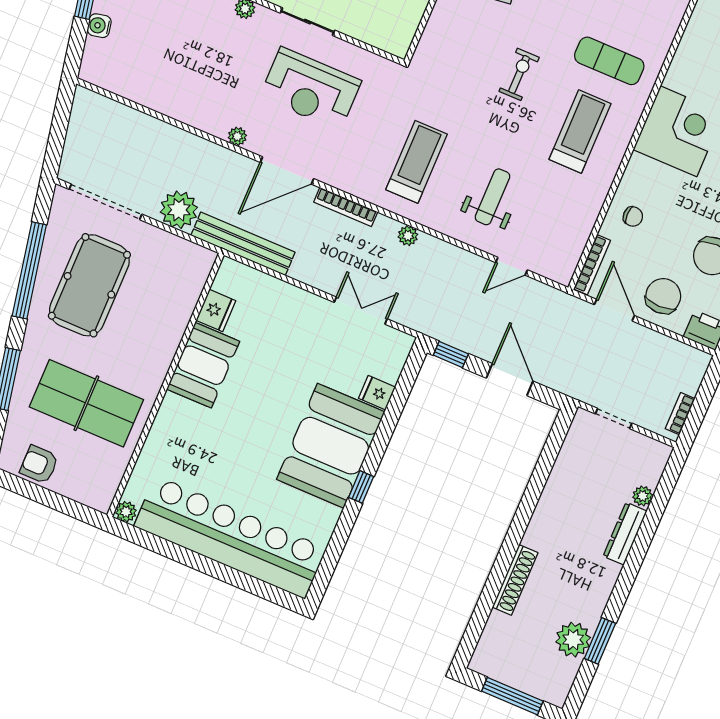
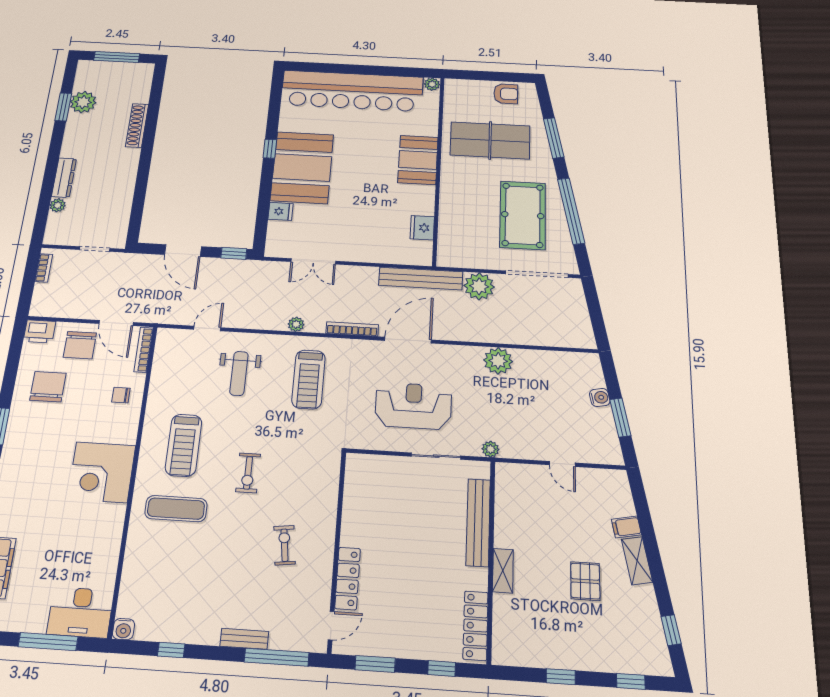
plant: (237, 136) -> (498, 361), moved, width x1.88, depth x1.88
booth: (203, 365) -> (418, 160), moved

